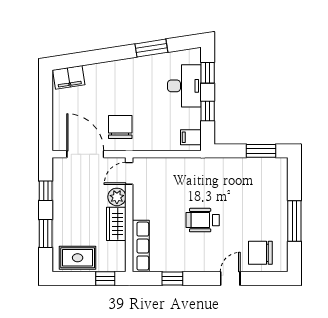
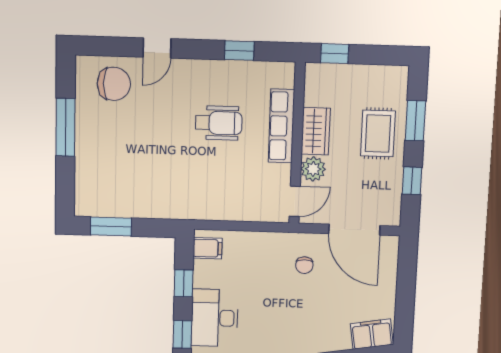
chair: (120, 127) -> (304, 265), width x0.54, depth x0.54
wheelchair: (203, 220) -> (219, 123), moved
row of seats: (141, 246) -> (281, 126), moved
rug: (78, 258) -> (378, 133), moved, turned 90

